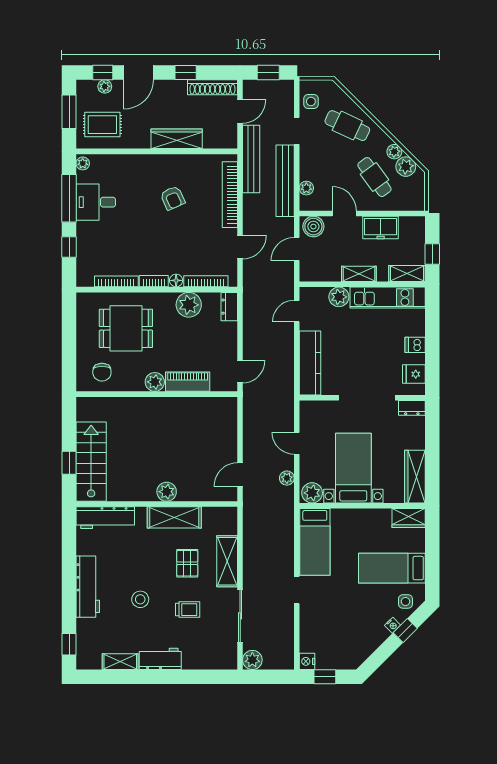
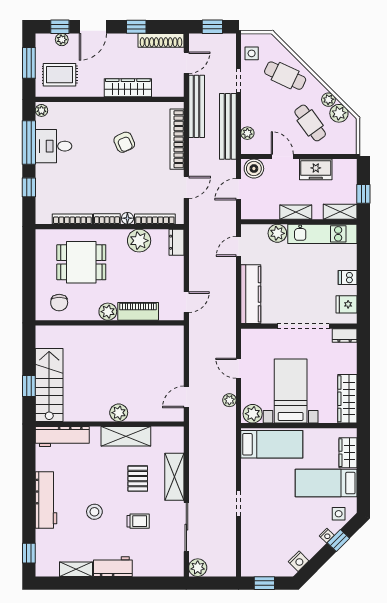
wardrobe: (409, 518) -> (348, 453), moved, turned 90
bed: (315, 542) -> (272, 444), moved, turned -90
nightstand: (307, 661) -> (299, 561), moved, turned -135

